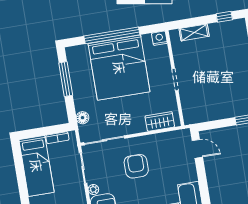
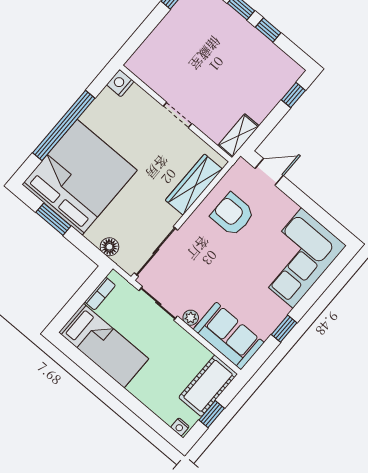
shelving: (194, 32) -> (238, 136), moved
bed: (119, 68) -> (79, 177), moved, turned -90
window: (66, 79) -> (53, 219), width x0.69
wardrobe: (160, 121) -> (194, 185), width x1.50
armchair: (136, 166) -> (233, 214), moved

